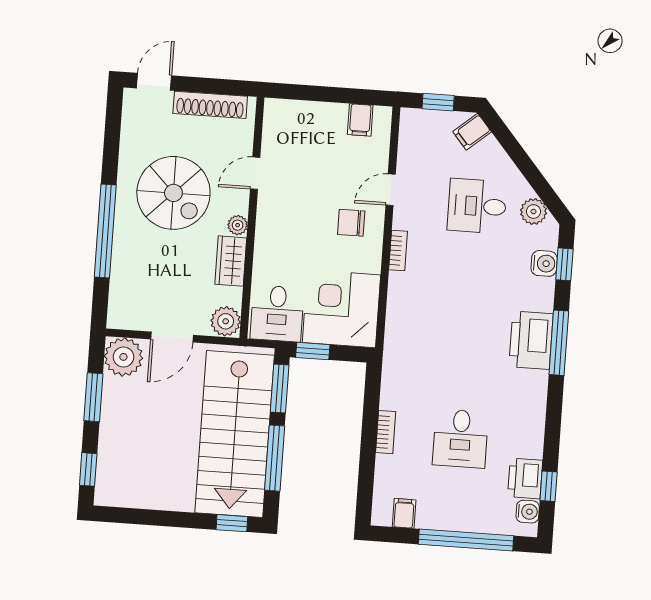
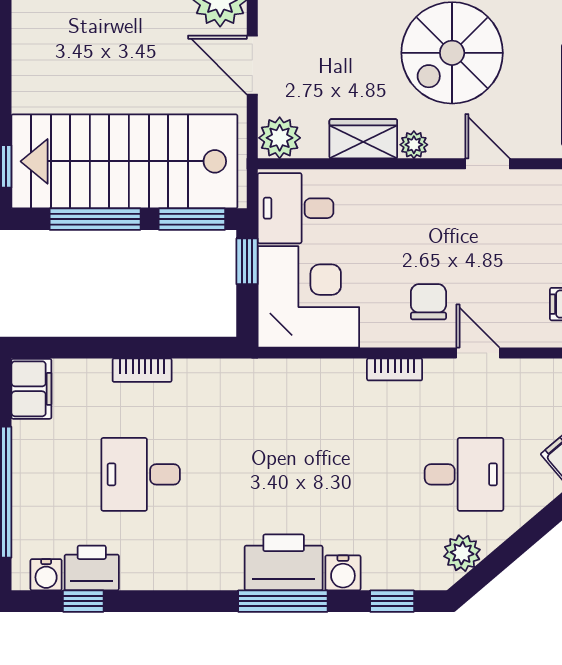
desk: (477, 206) -> (464, 474), turned 90
water cooler: (544, 263) -> (343, 573), moved
filing cabinet: (404, 513) -> (31, 389), width x2.00

